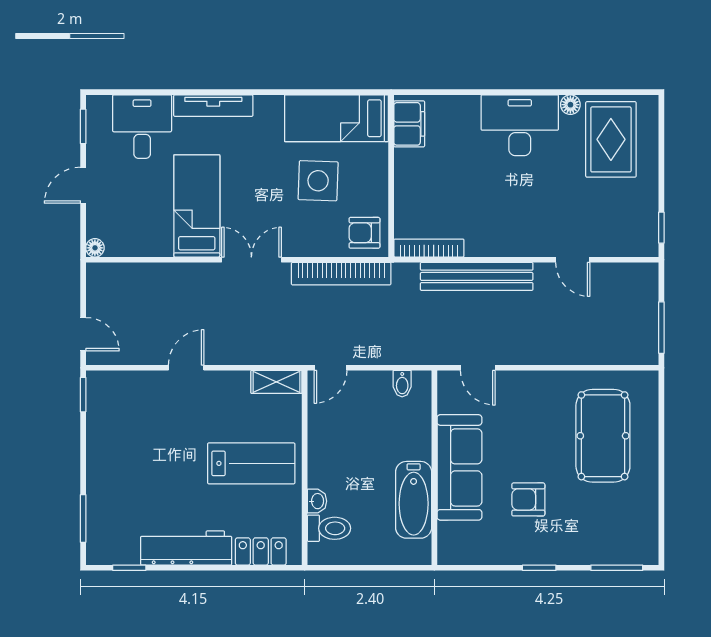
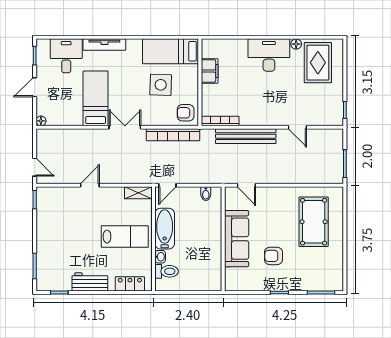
filing cabinet: (409, 124) -> (210, 71), moved
bathtub: (414, 500) -> (165, 229), moved, turned 180
workbench: (186, 548) -> (90, 282), width x0.73

